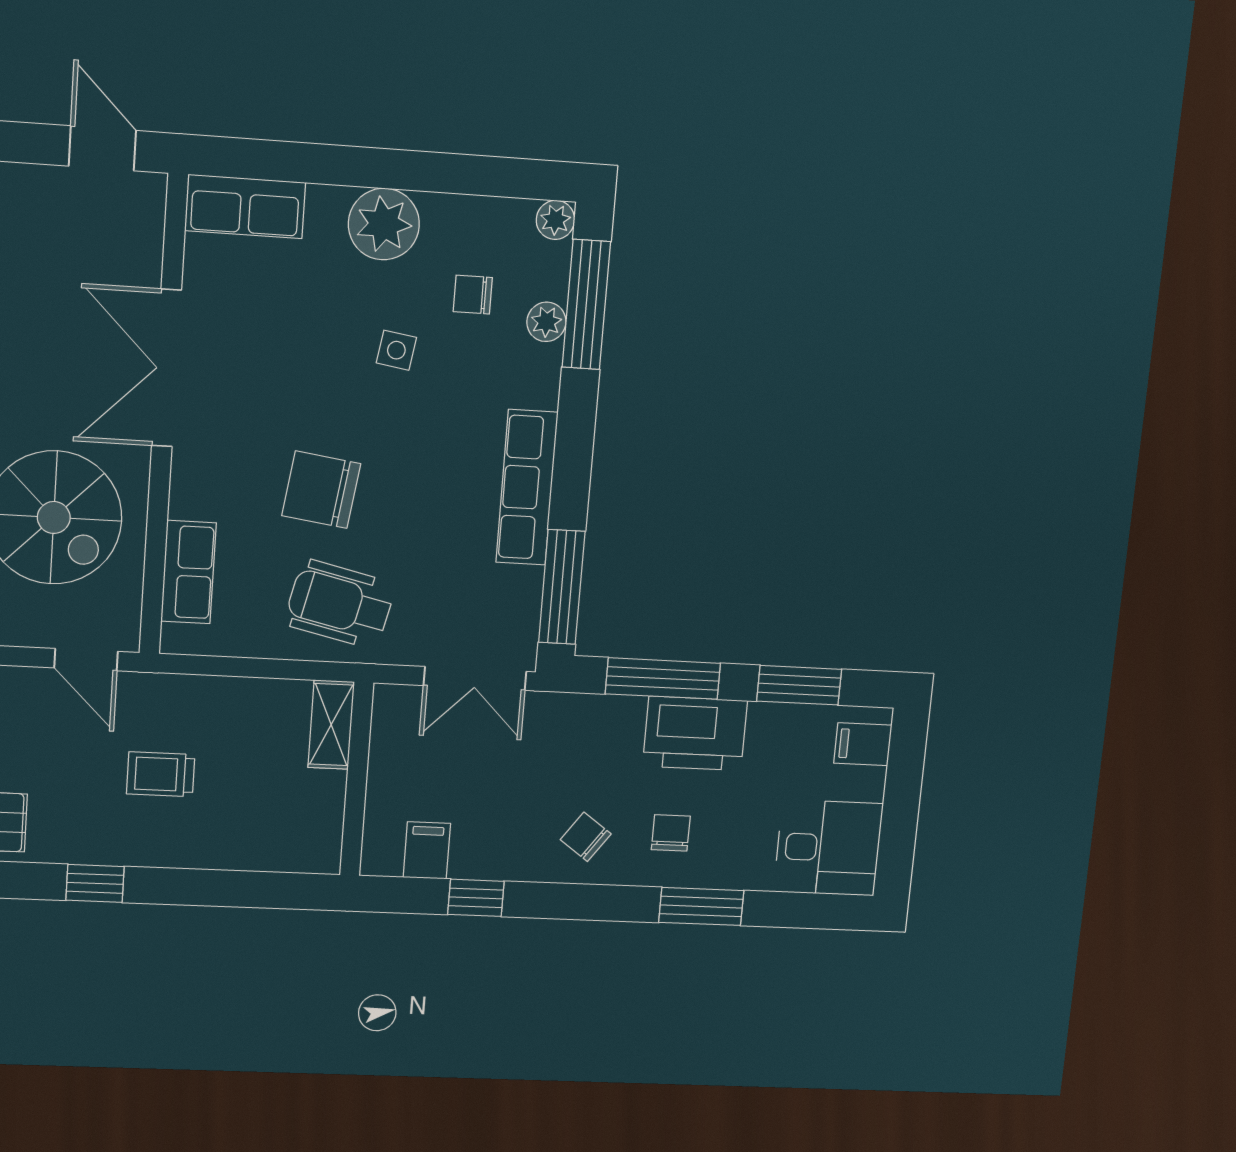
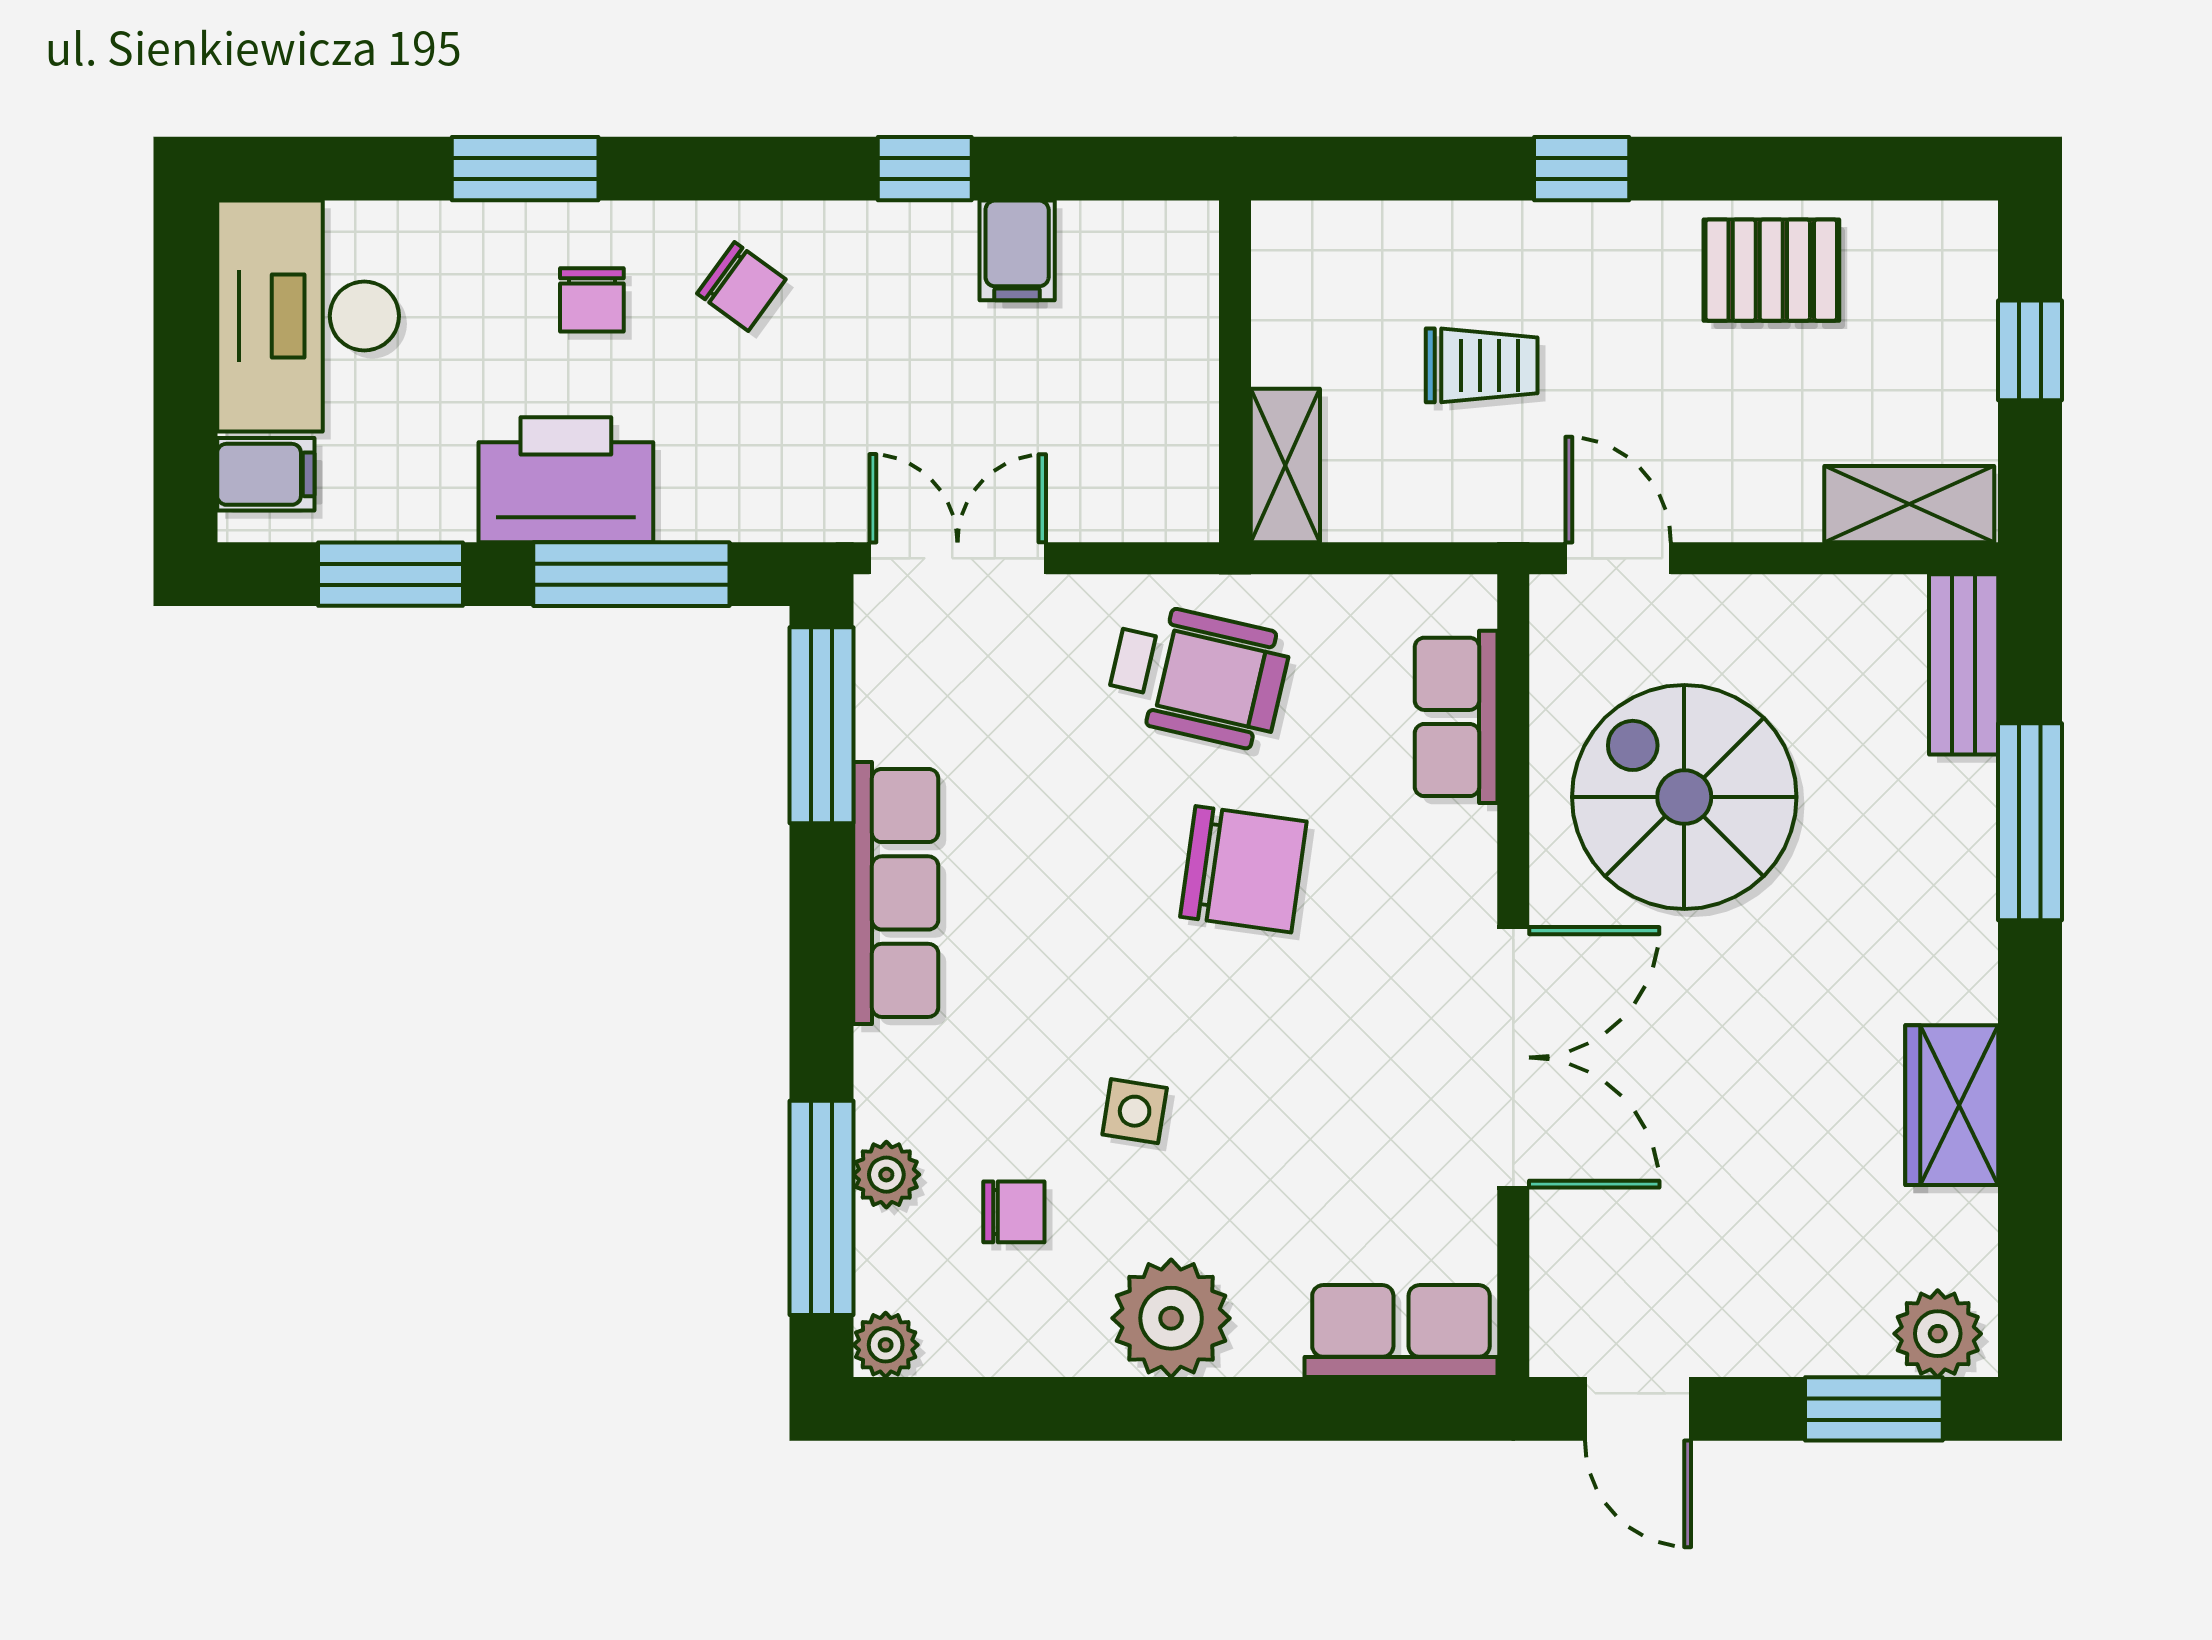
shelving: (331, 725) -> (1285, 466), moved
wall: (357, 779) -> (1235, 371), moved
desk: (828, 848) -> (308, 316), width x1.37

